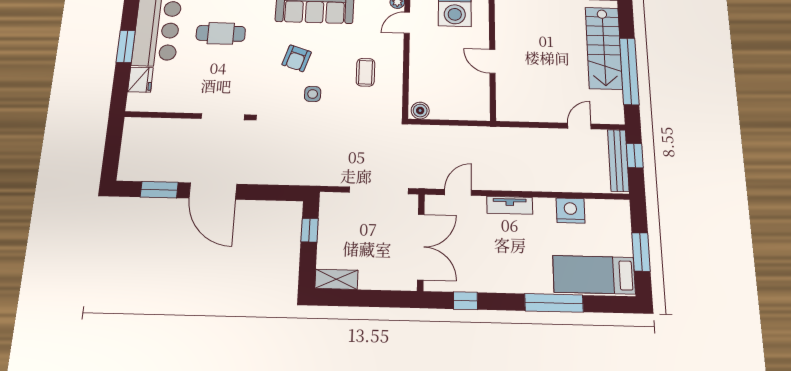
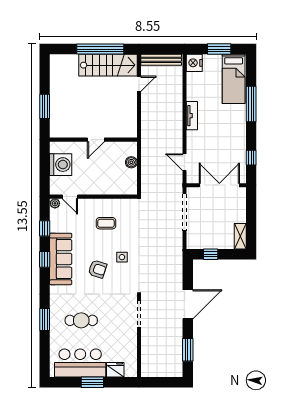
cafe table: (221, 33) -> (81, 320), turned 90
stairs: (604, 48) -> (108, 65), moved
boiler: (420, 111) -> (131, 162), moved
door: (579, 126) -> (139, 84), swing flipped
window: (635, 156) -> (158, 49), removed
door: (213, 191) -> (188, 304), moved
tv unit: (510, 205) -> (192, 116), moved
nightstand: (570, 211) -> (194, 63), moved

